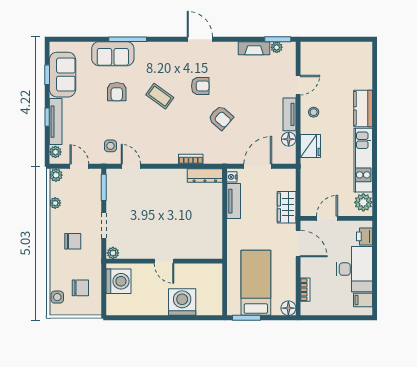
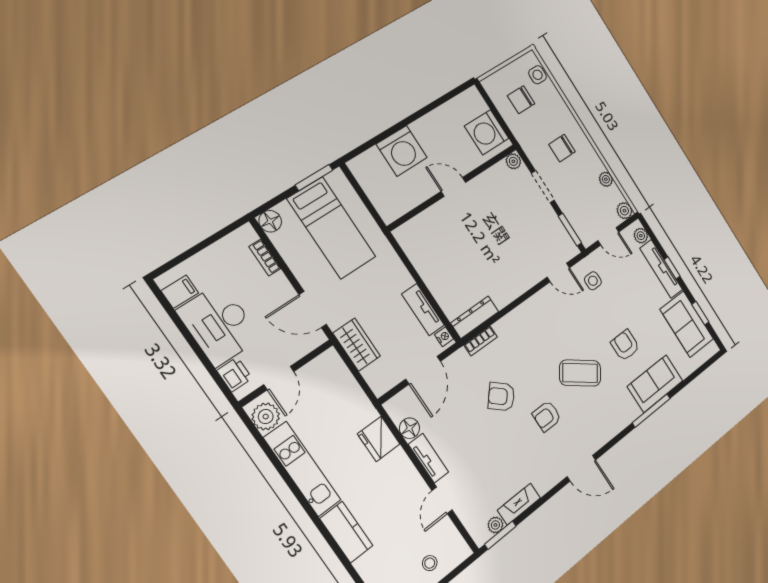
coffee table: (160, 96) -> (580, 373), width x1.36, depth x1.30
stool: (314, 112) -> (430, 563), moved
bookcase: (191, 159) -> (481, 341), moved
door: (327, 218) -> (279, 378), moved

